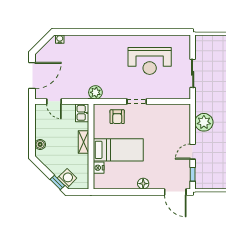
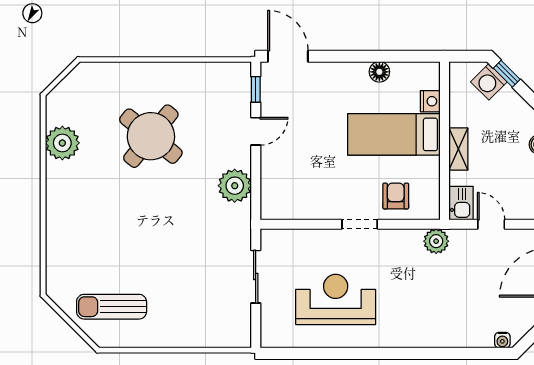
door: (54, 101) -> (491, 224), moved
floor lamp: (143, 184) -> (379, 72), moved

